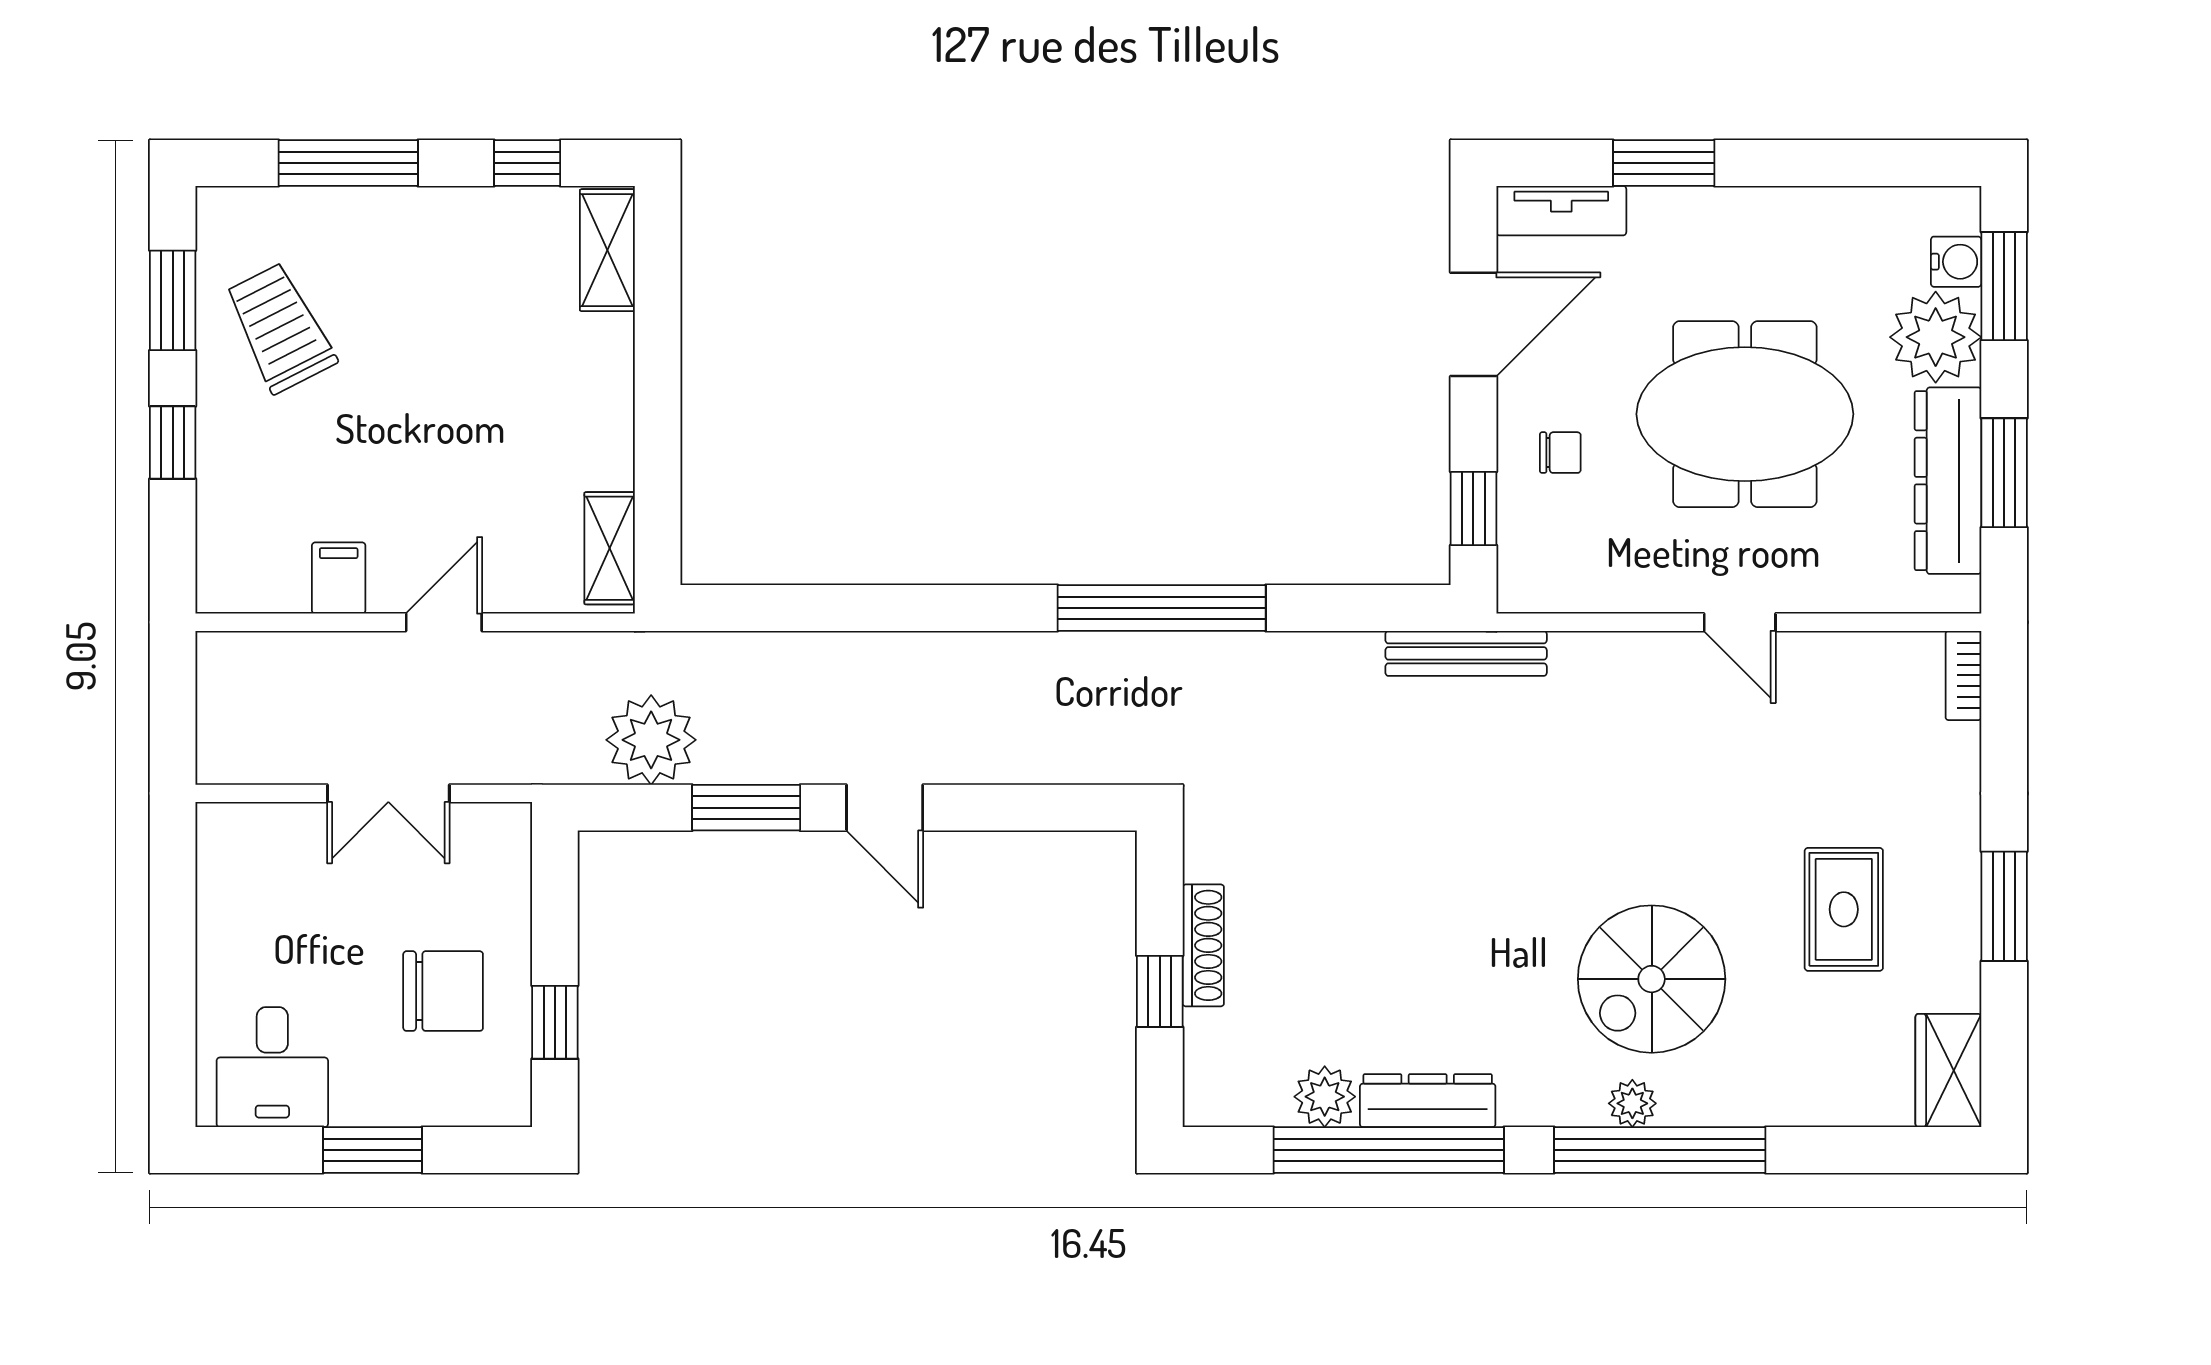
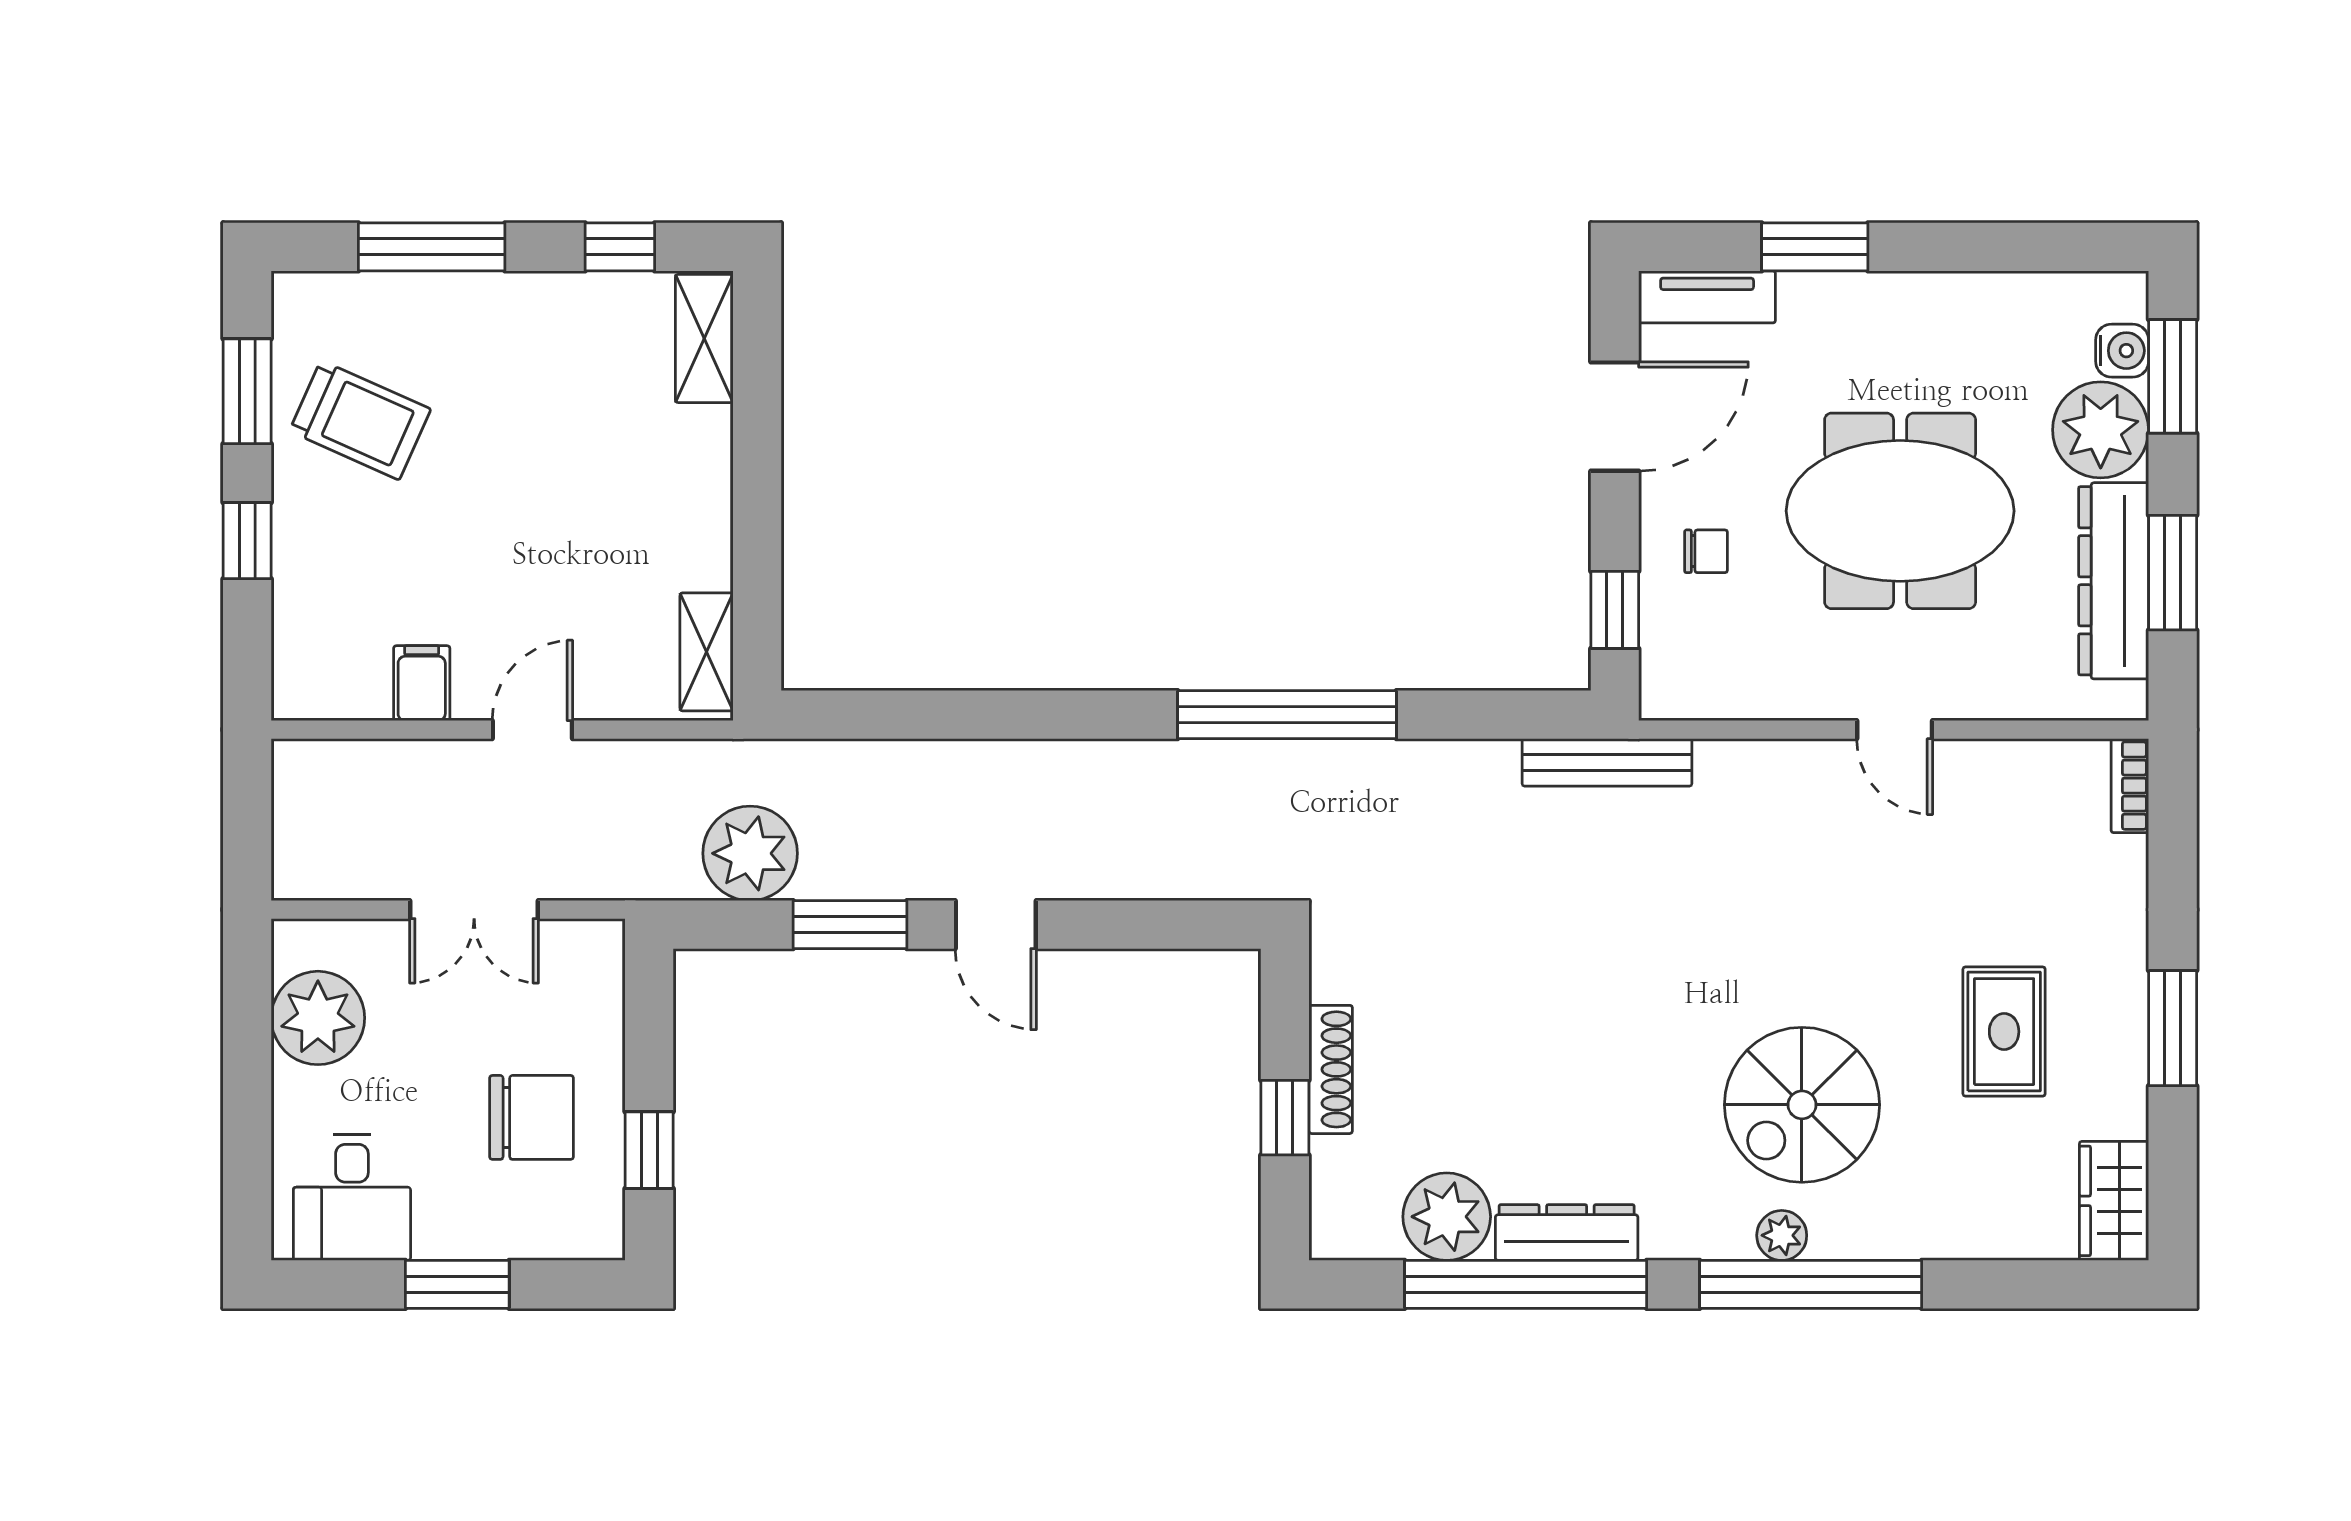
trolley: (280, 328) -> (360, 420), turned 141
plant: (240, 896) -> (318, 1018), added
plant: (1325, 1097) -> (1447, 1217), width x1.36, depth x1.36

